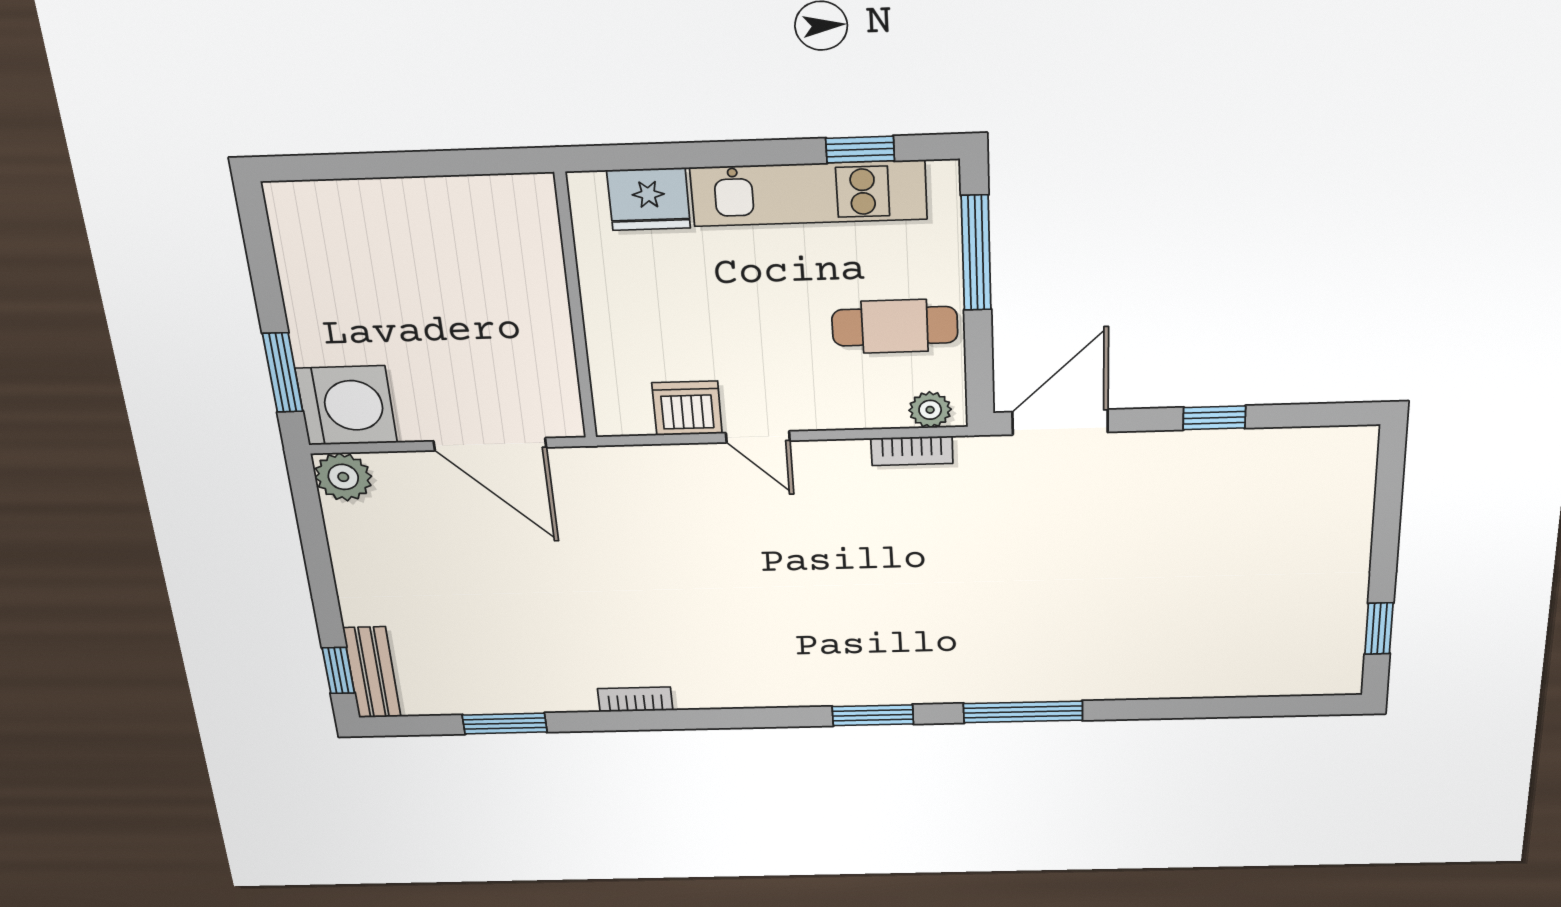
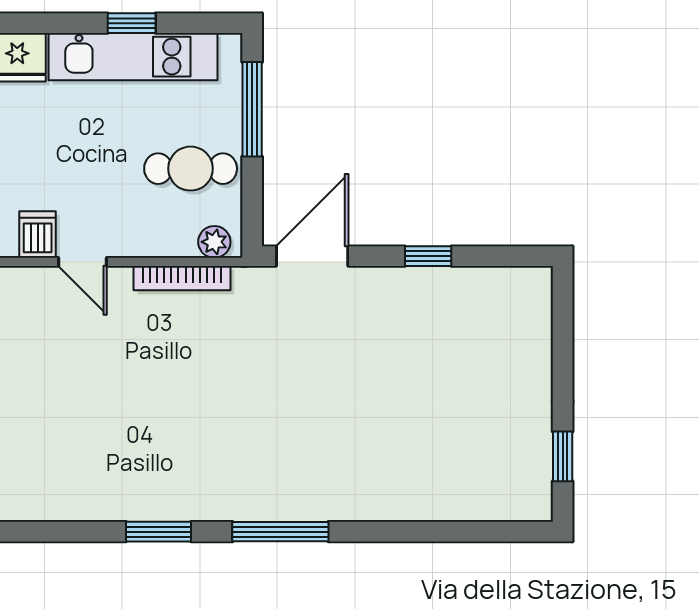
window: (860, 150) -> (132, 23), moved
dishwasher: (687, 408) -> (38, 235), width x0.73
bookcase: (912, 451) -> (182, 278), width x1.56

